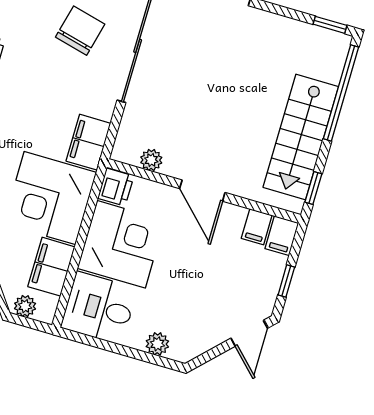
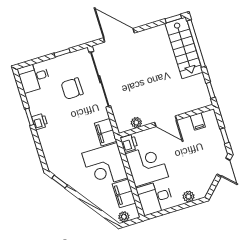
chair: (80, 31) -> (72, 89), turned -105
stairs: (301, 137) -> (184, 48), moved
filing cabinet: (282, 236) -> (211, 118), removed

